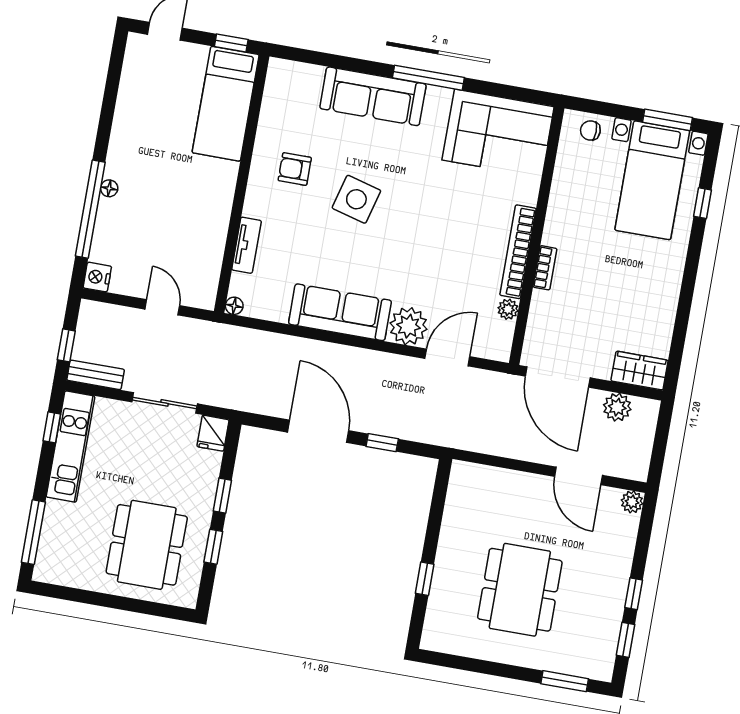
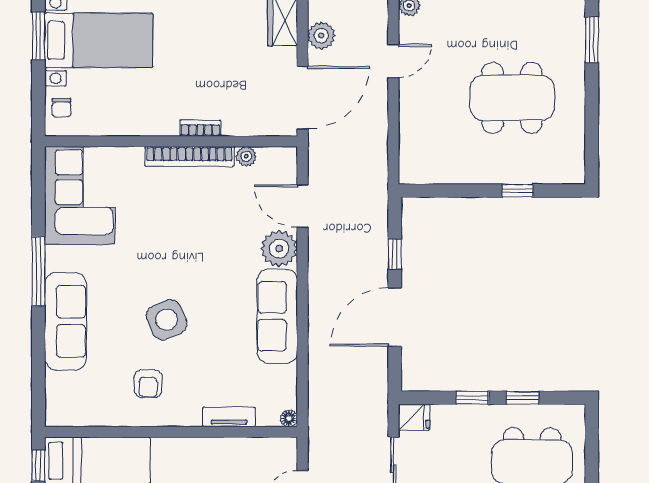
side table: (356, 199) -> (167, 320), turned -38
door: (578, 476) -> (393, 61), width x0.73

